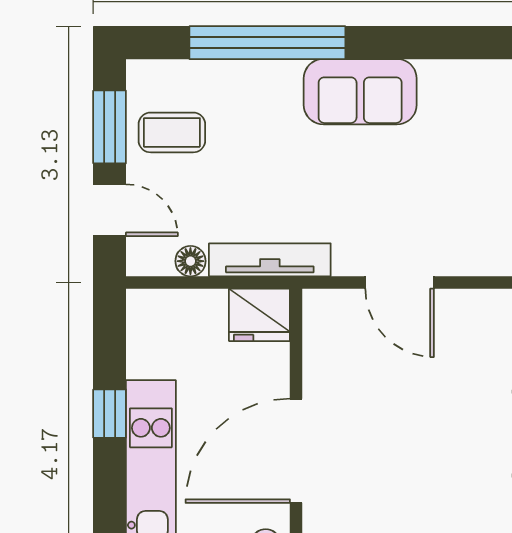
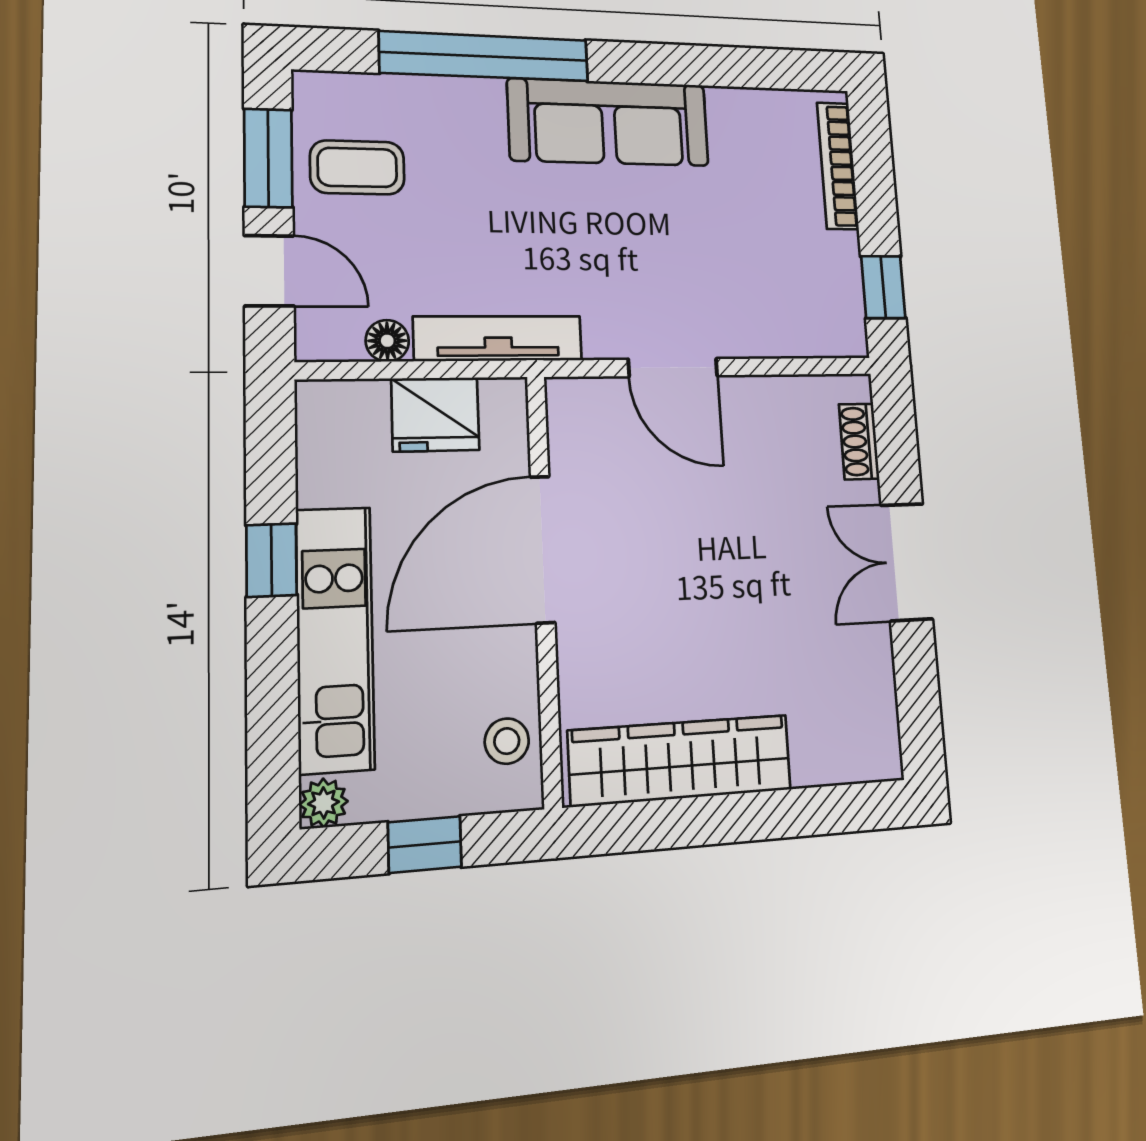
sofa: (360, 92) -> (609, 122), width x1.36
fridge: (259, 315) -> (435, 414), moved
door: (296, 451) -> (543, 549), moved

